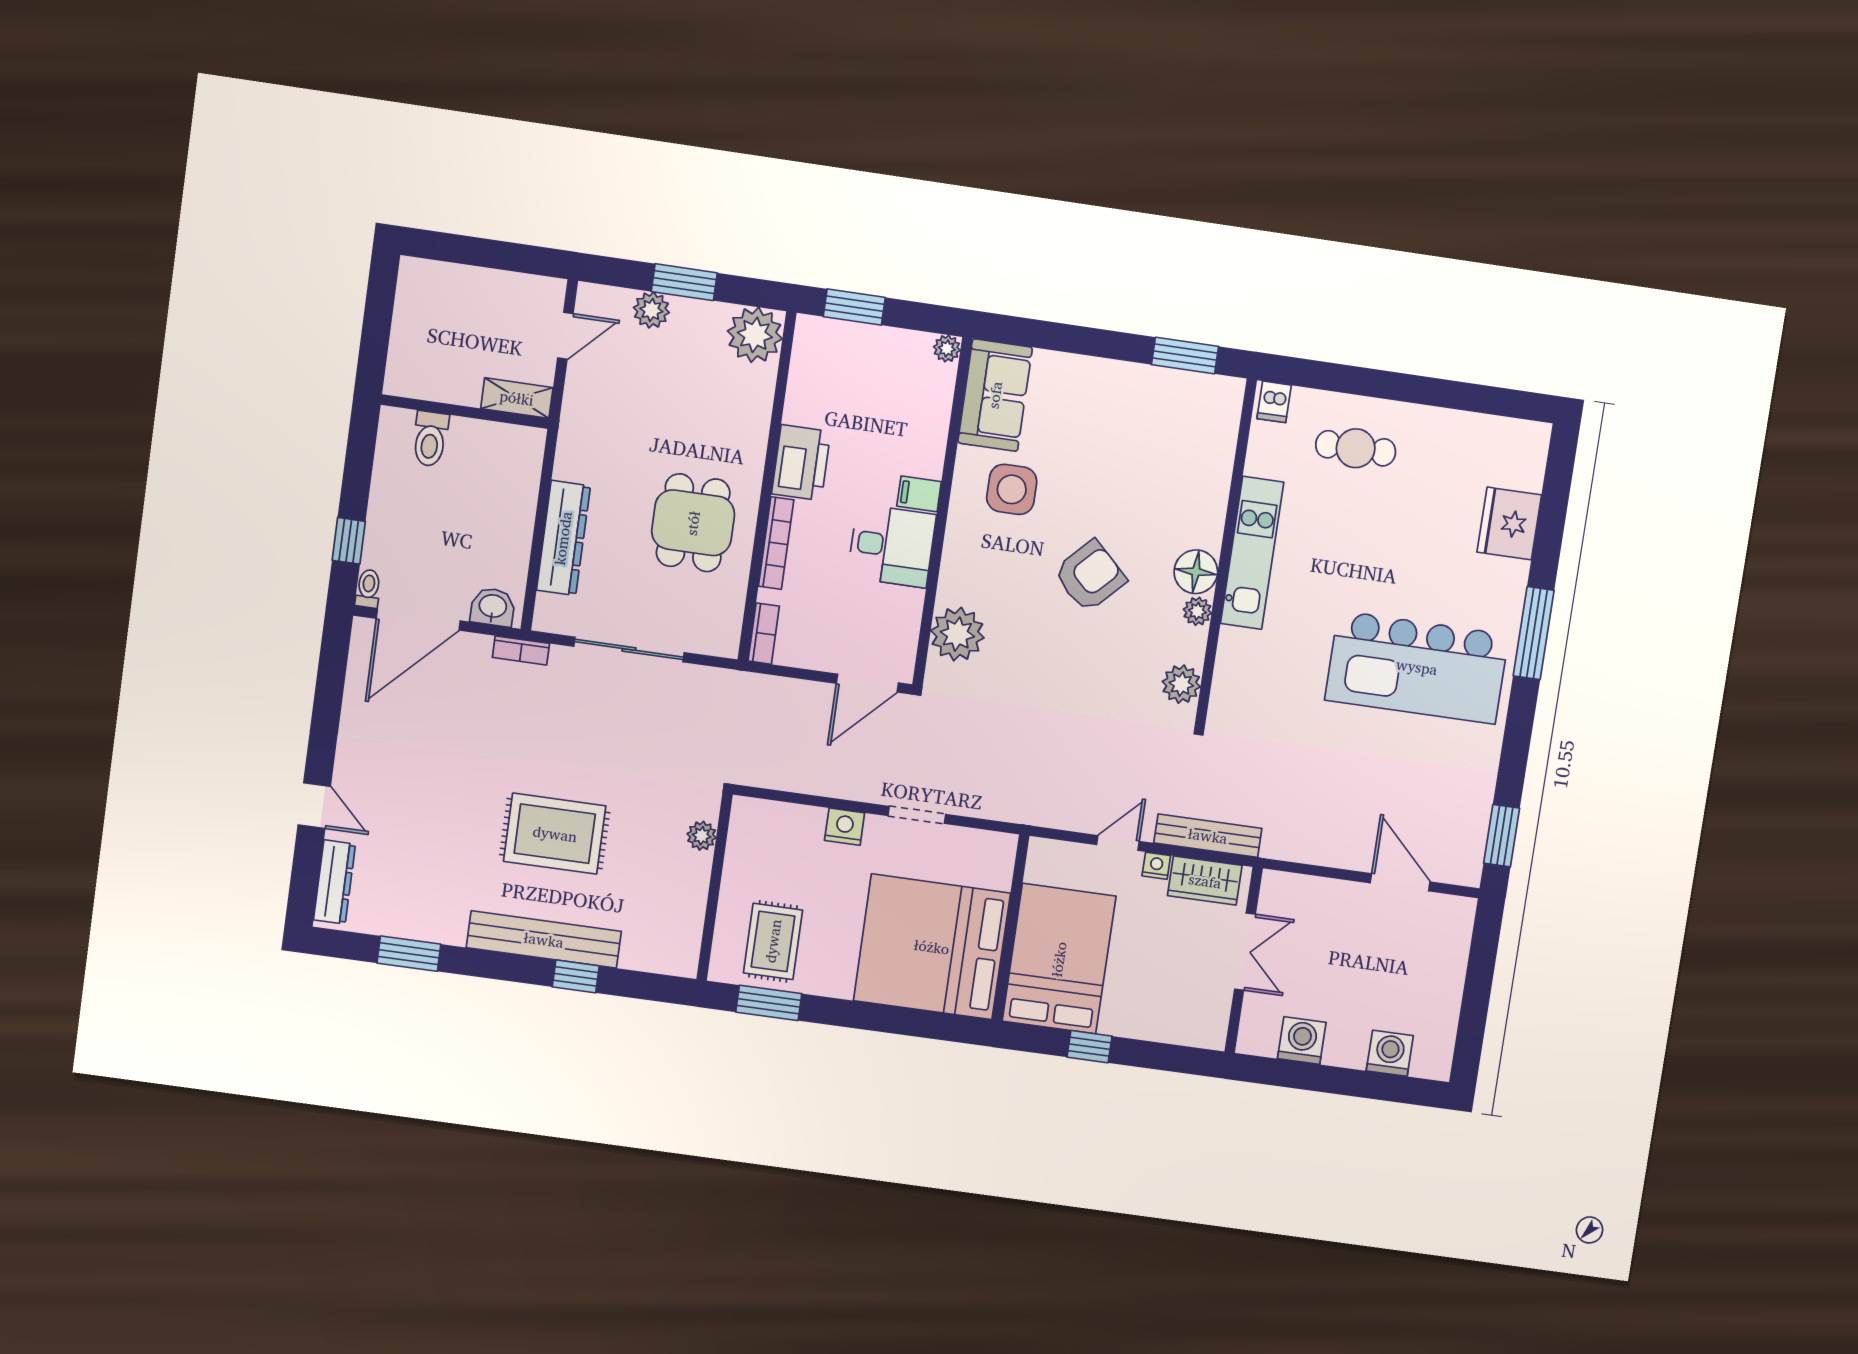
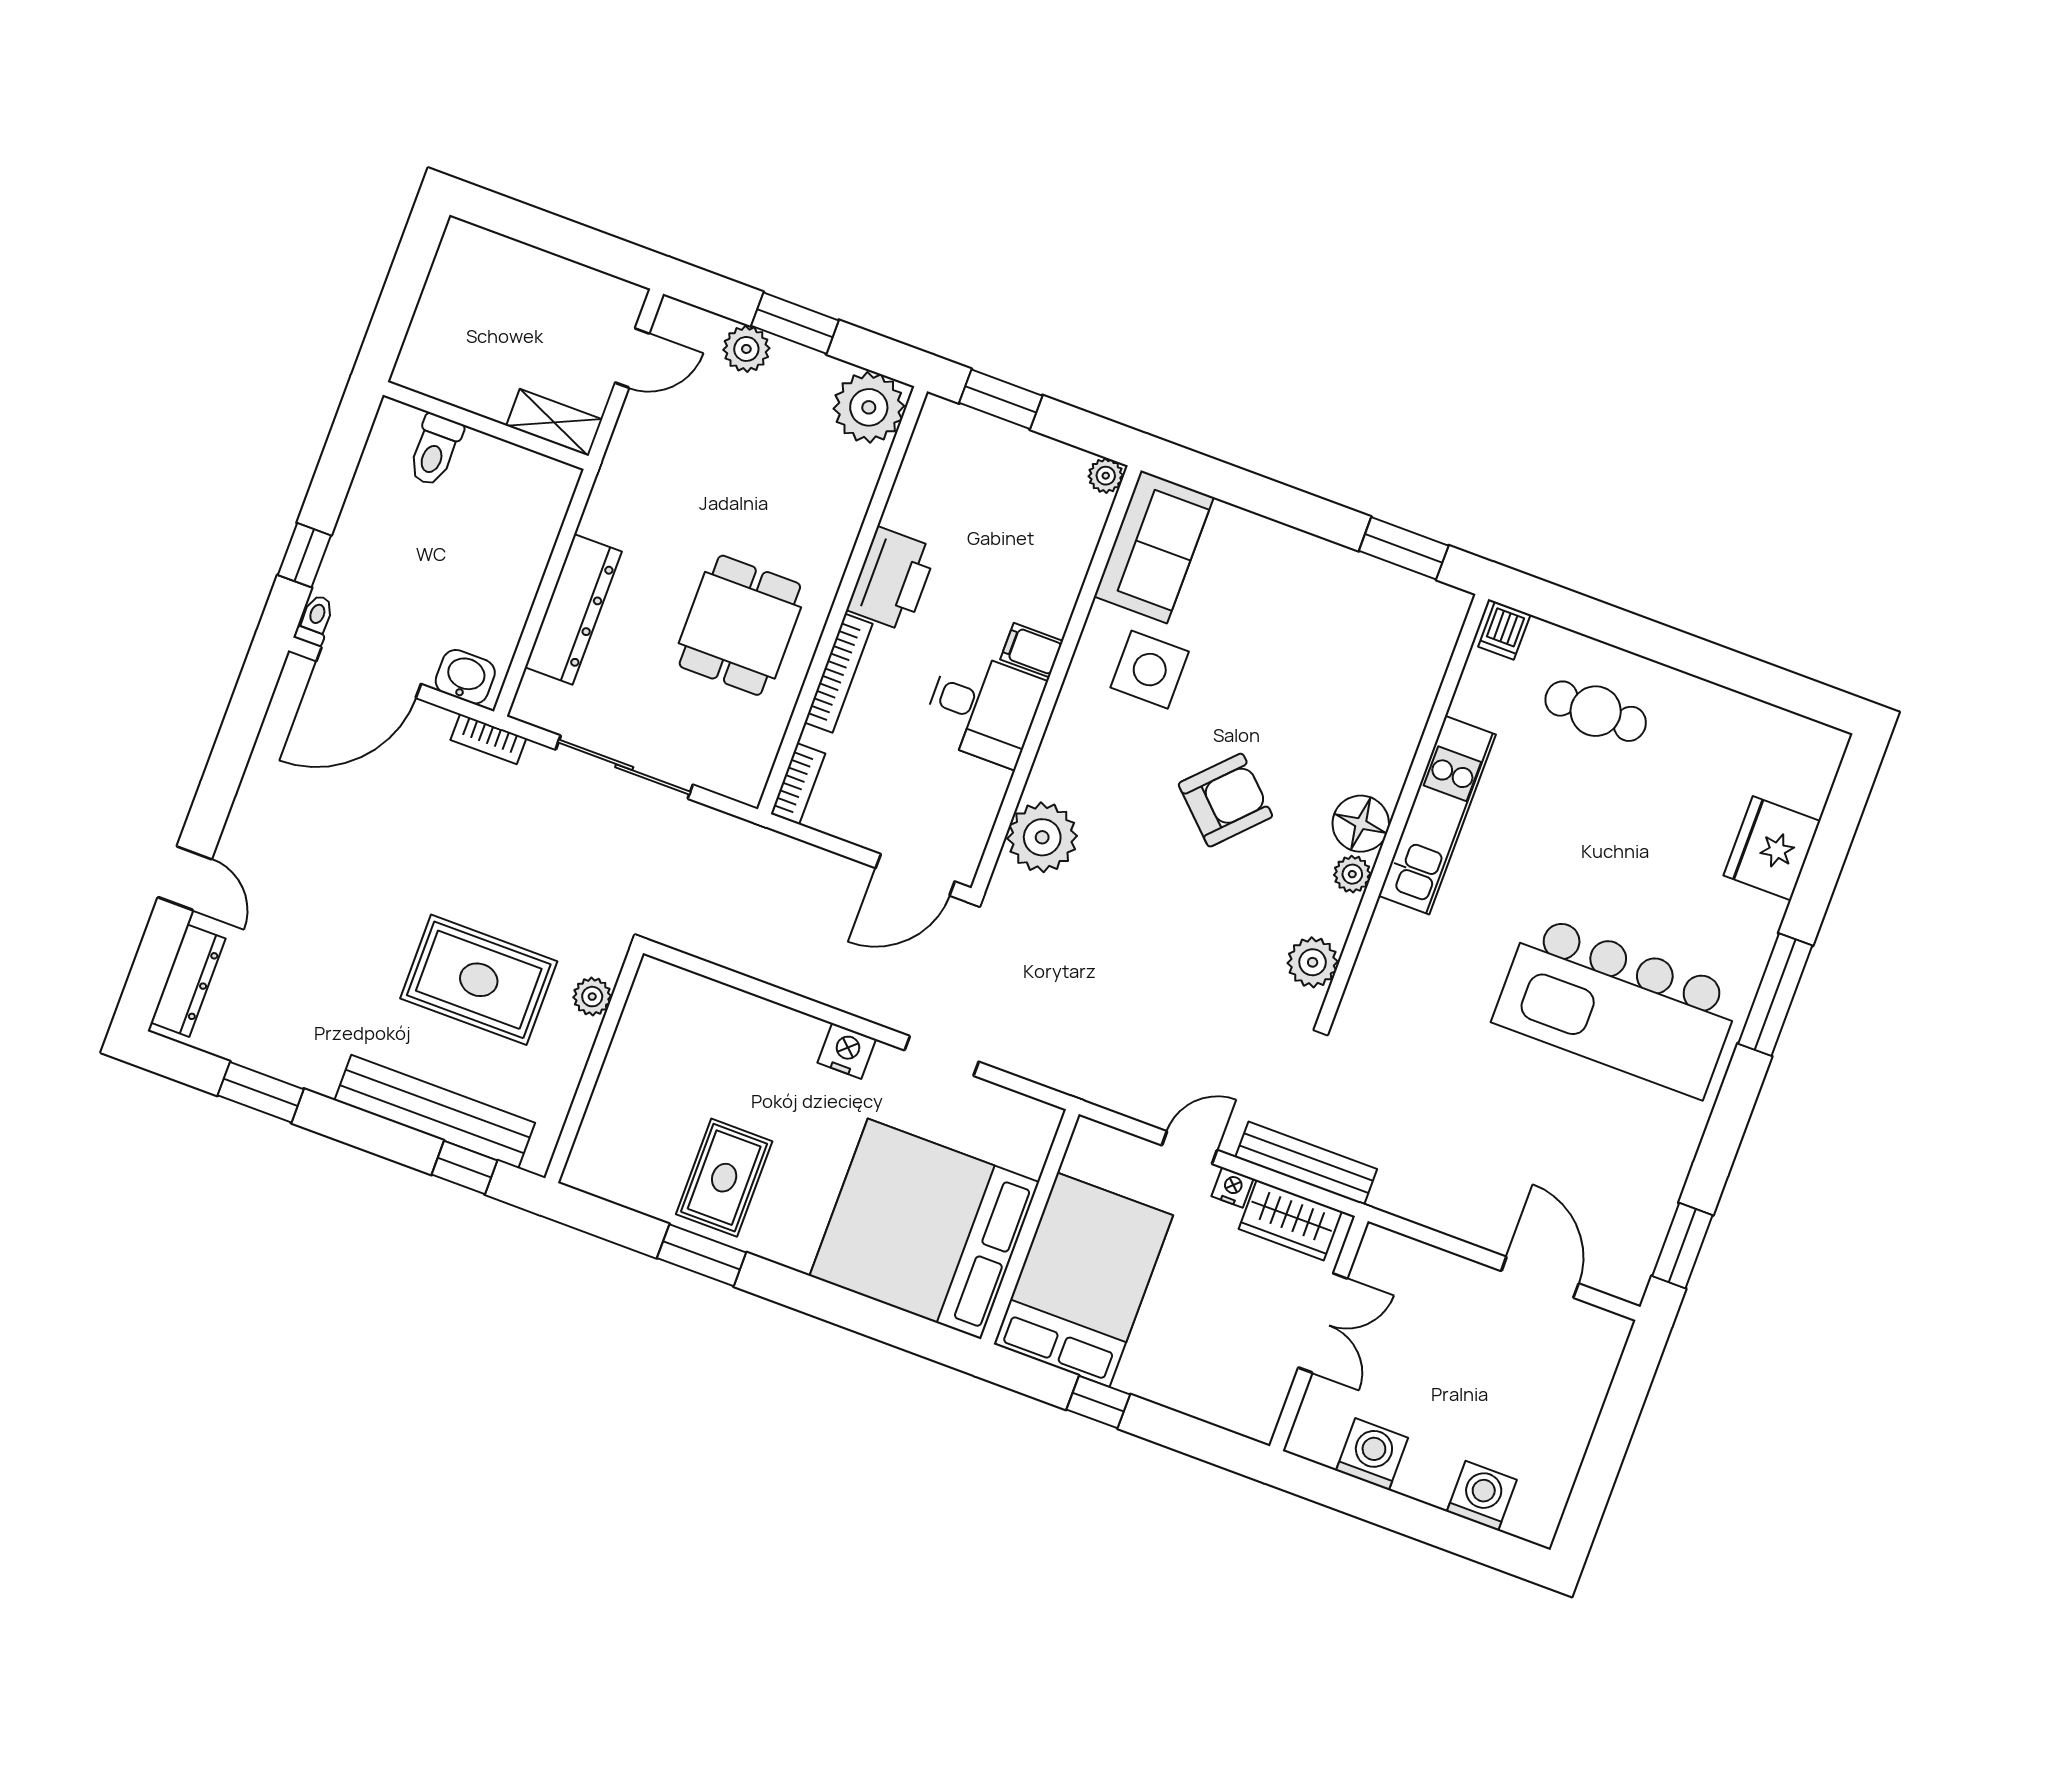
plant: (702, 836) -> (592, 997), moved
wall: (715, 887) -> (594, 1066), moved

